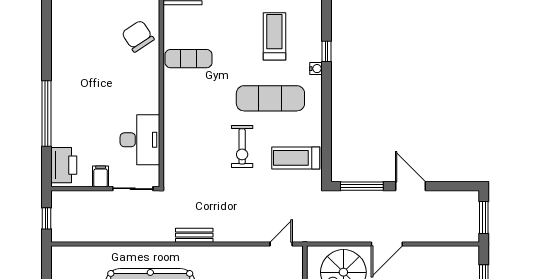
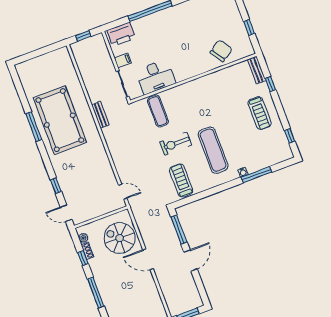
treadmill: (274, 36) -> (260, 113), moved, turned 90
window: (326, 51) -> (256, 175), width x2.17
exercise mat: (189, 59) -> (158, 111), moved
bench: (194, 235) -> (100, 115), moved

